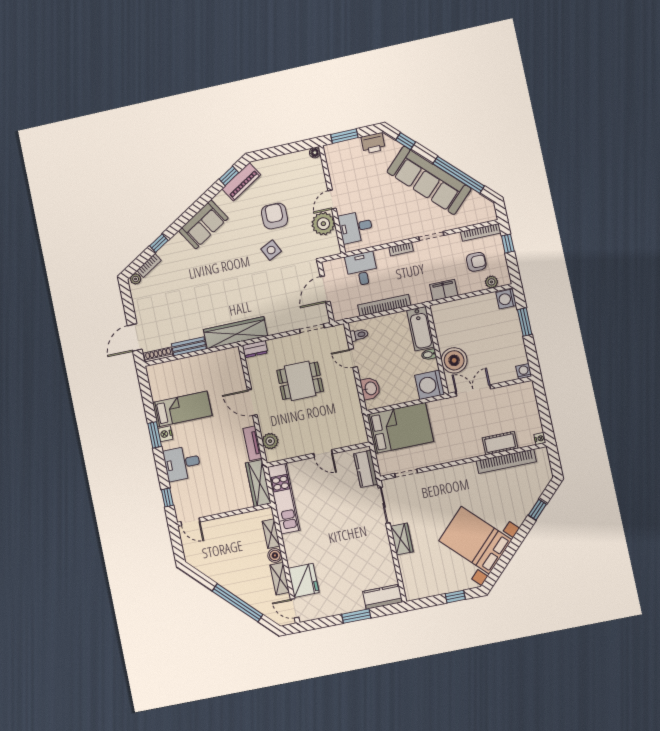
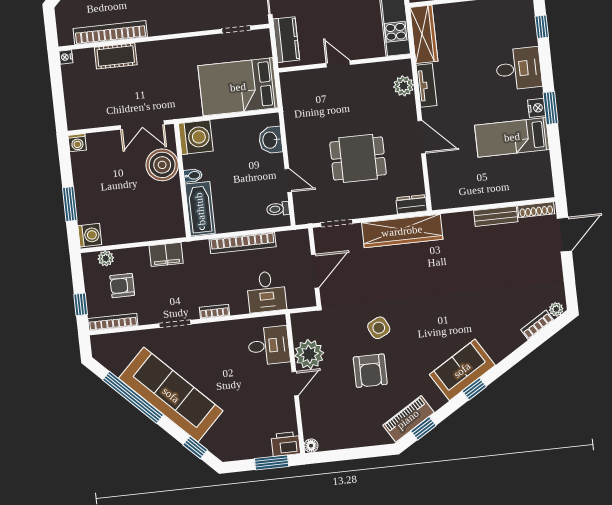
printer: (373, 143) -> (286, 444), moved
window: (159, 243) -> (474, 389), moved
wardrobe: (236, 333) -> (402, 231), moved

